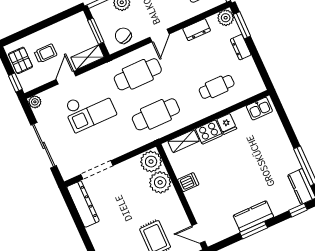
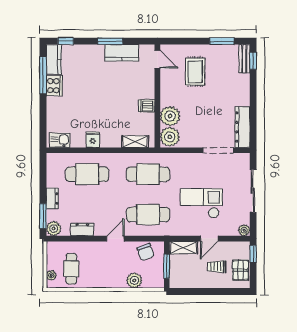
cafe table: (217, 87) -> (87, 174), width x1.37, depth x1.35
cooker: (209, 132) -> (54, 86), moved, turned 90
kitchen counter: (253, 216) -> (122, 53), moved

